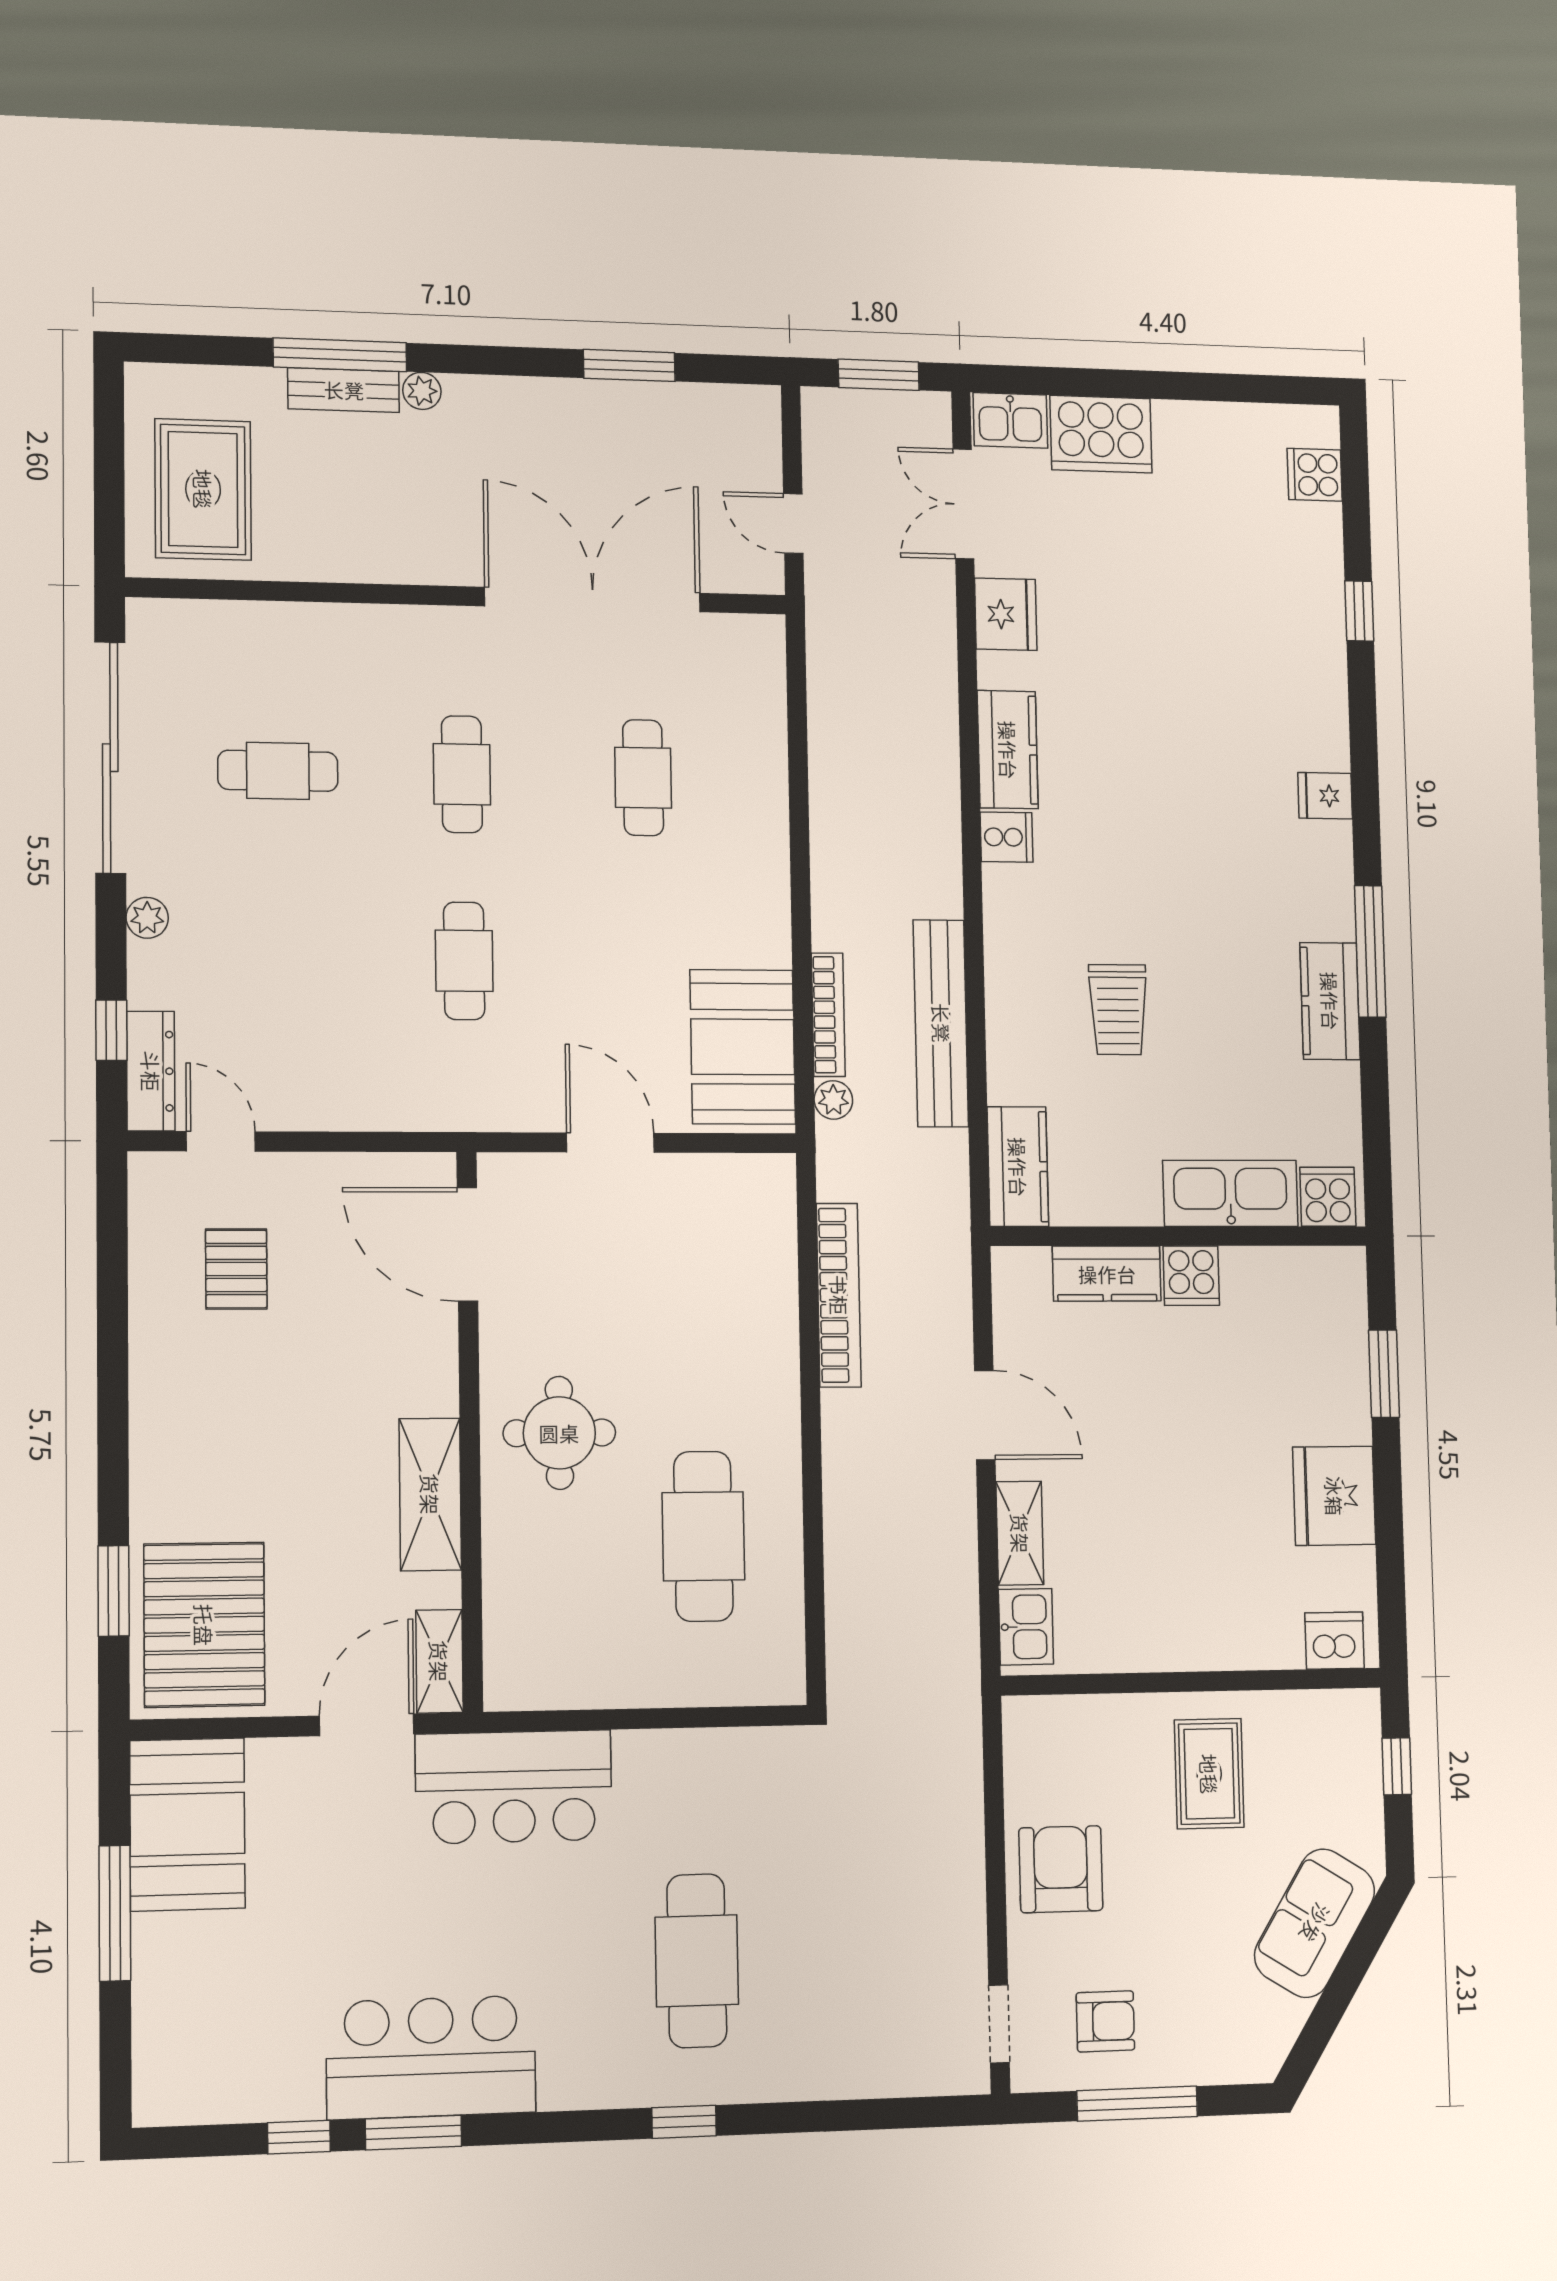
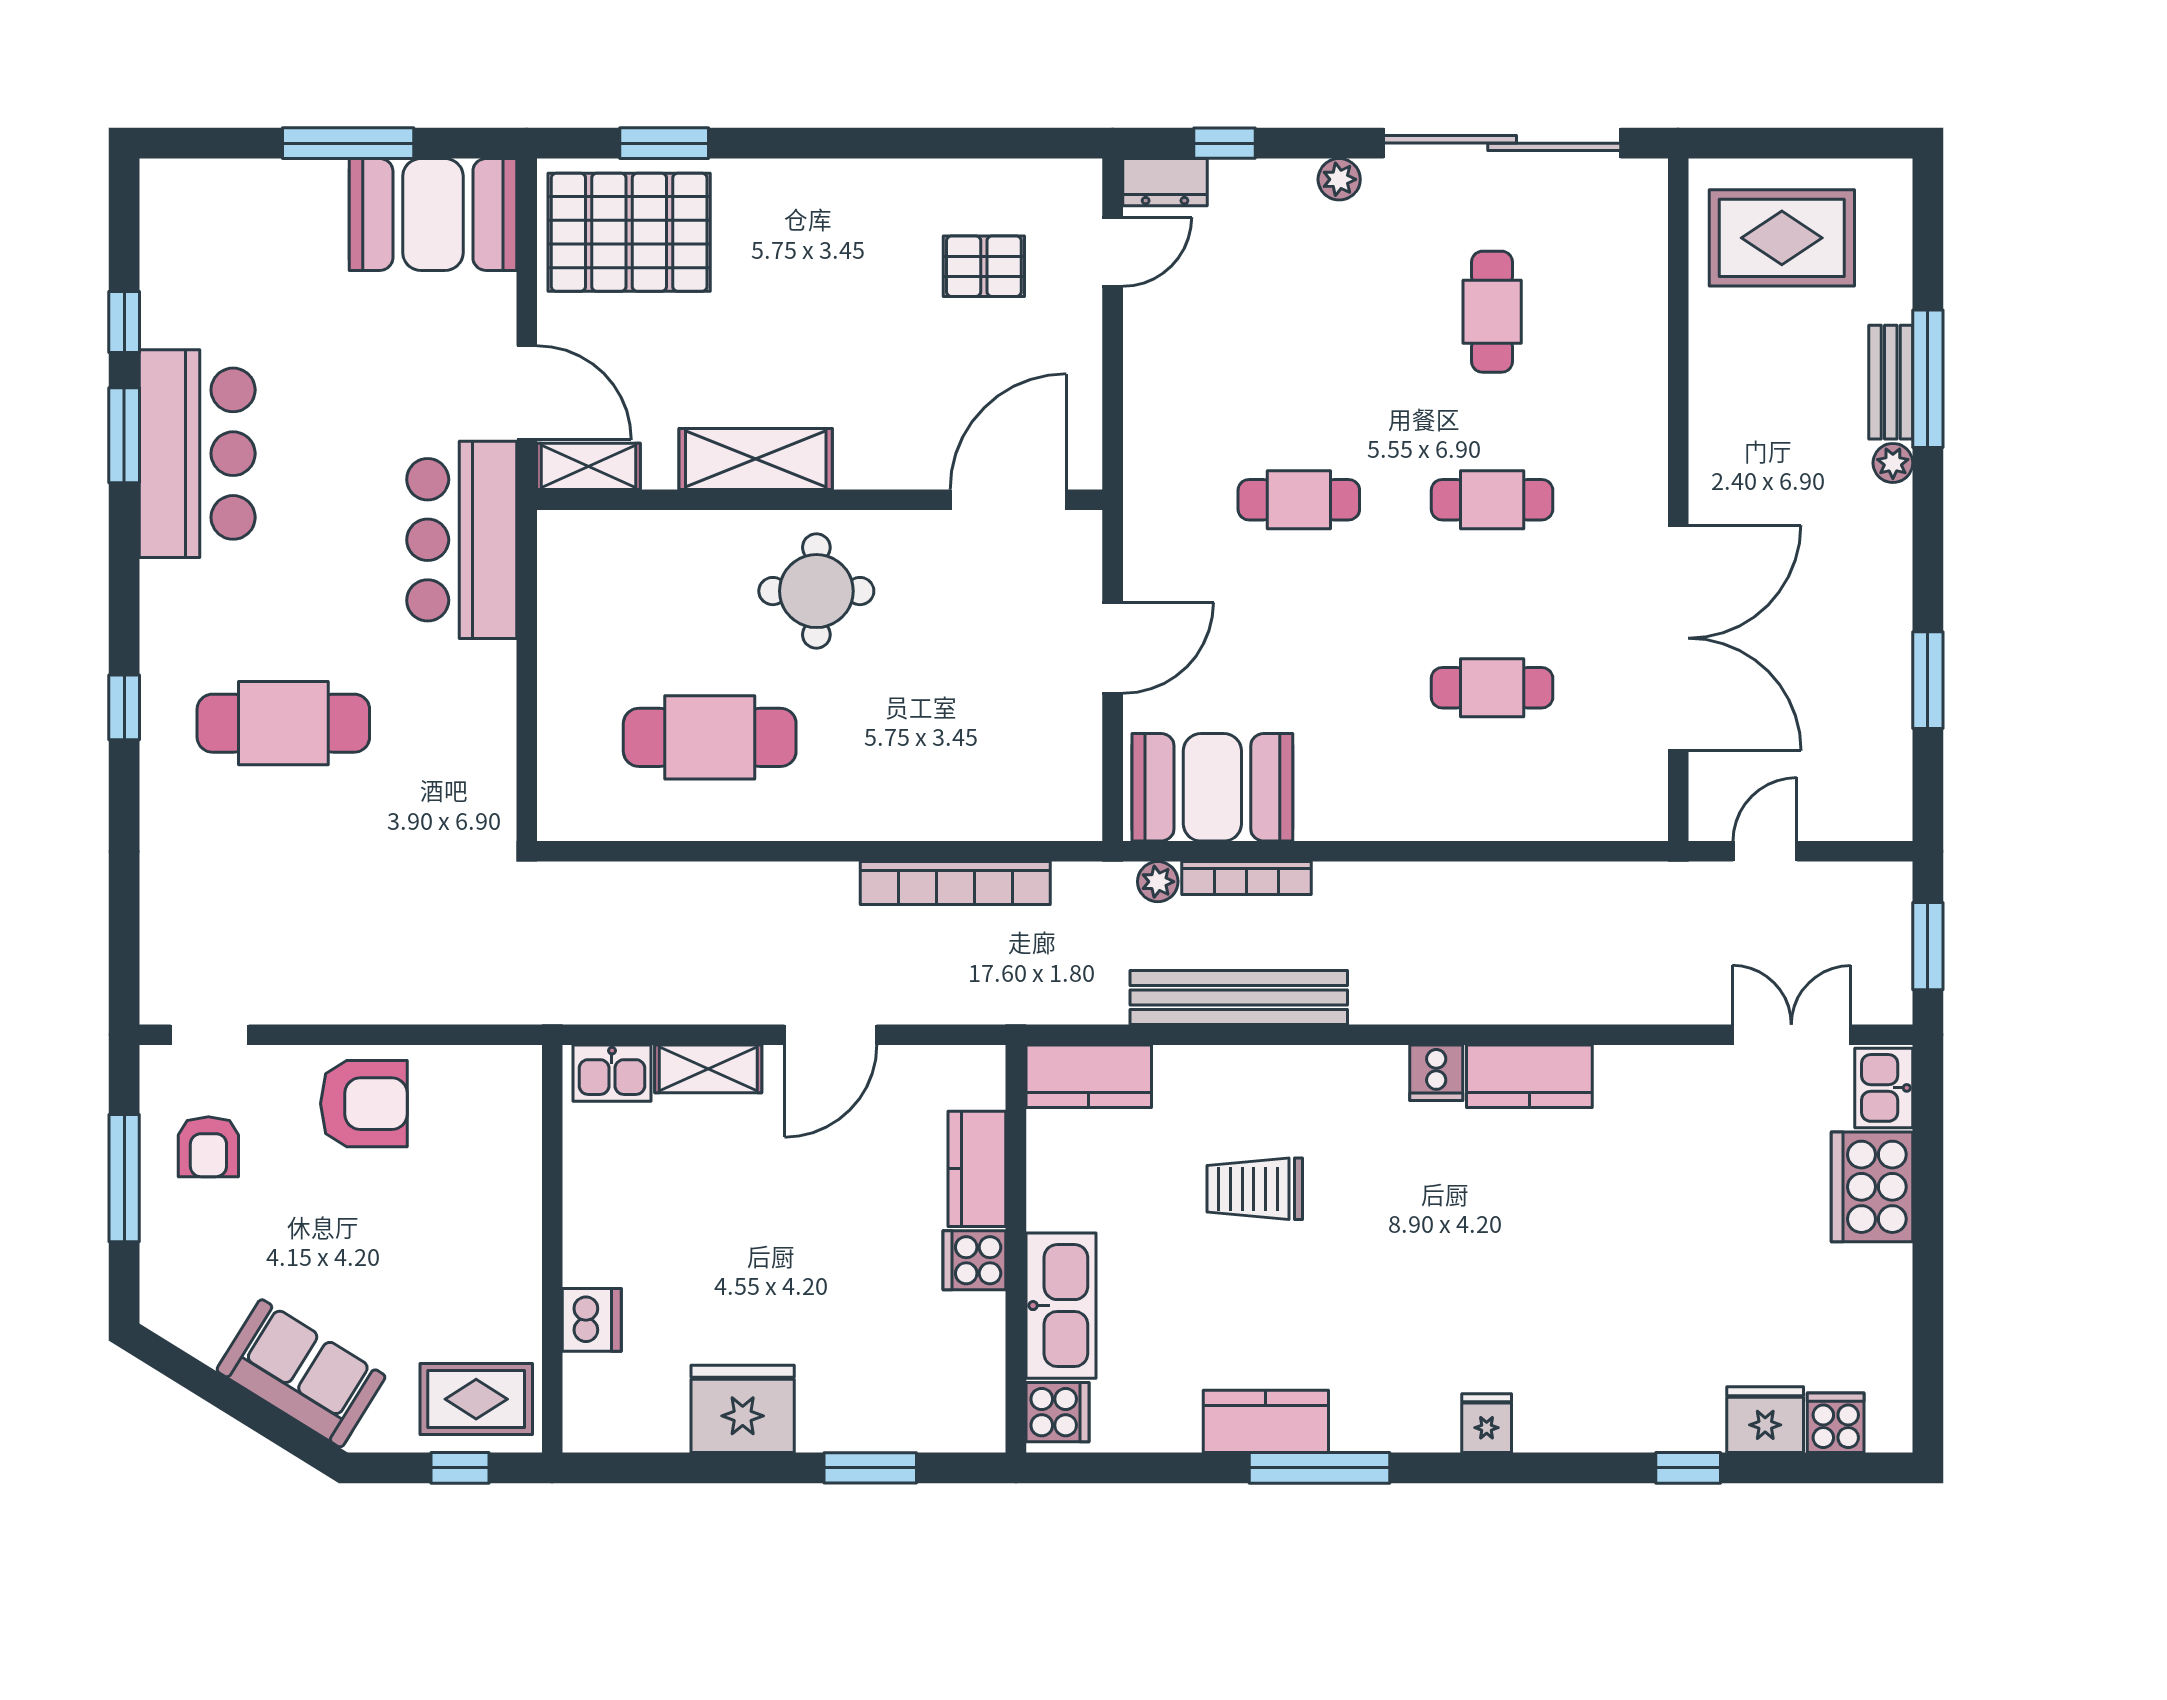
fridge: (1006, 614) -> (1765, 1420), moved, turned 180
dresser: (151, 1071) -> (1165, 182), width x0.70
dishwasher: (1335, 1641) -> (592, 1320), moved
rug: (1209, 1774) -> (476, 1399), moved

